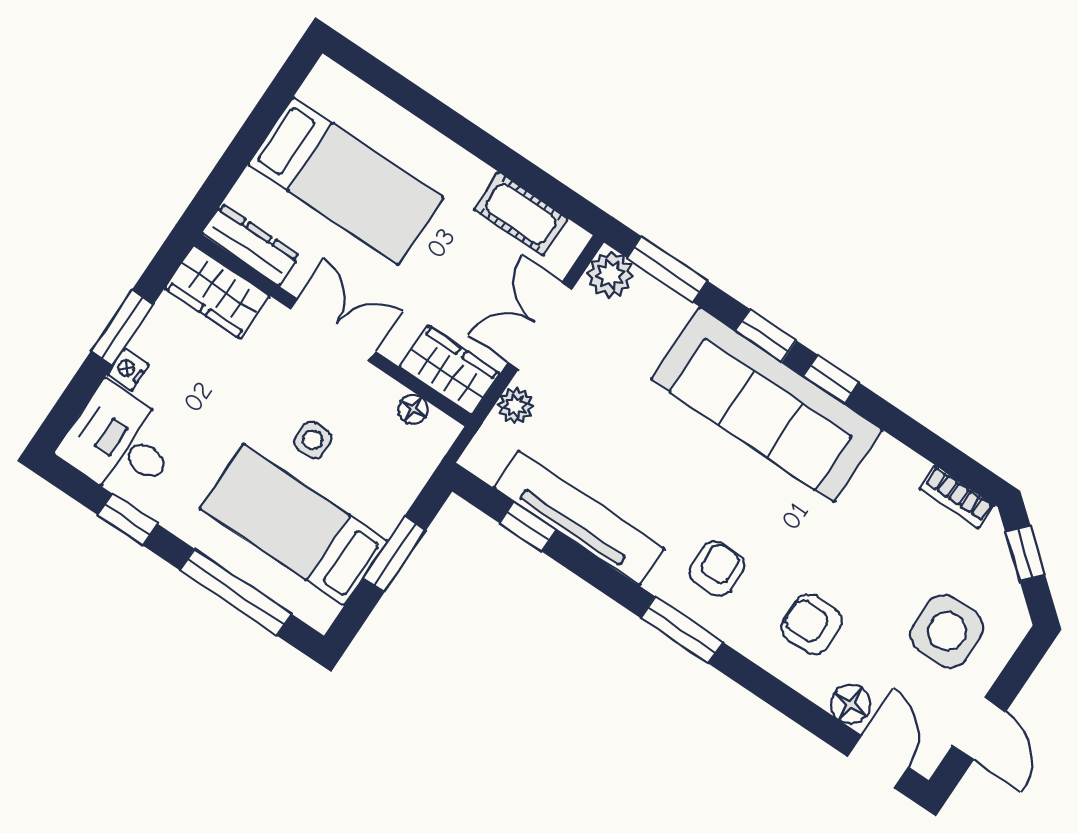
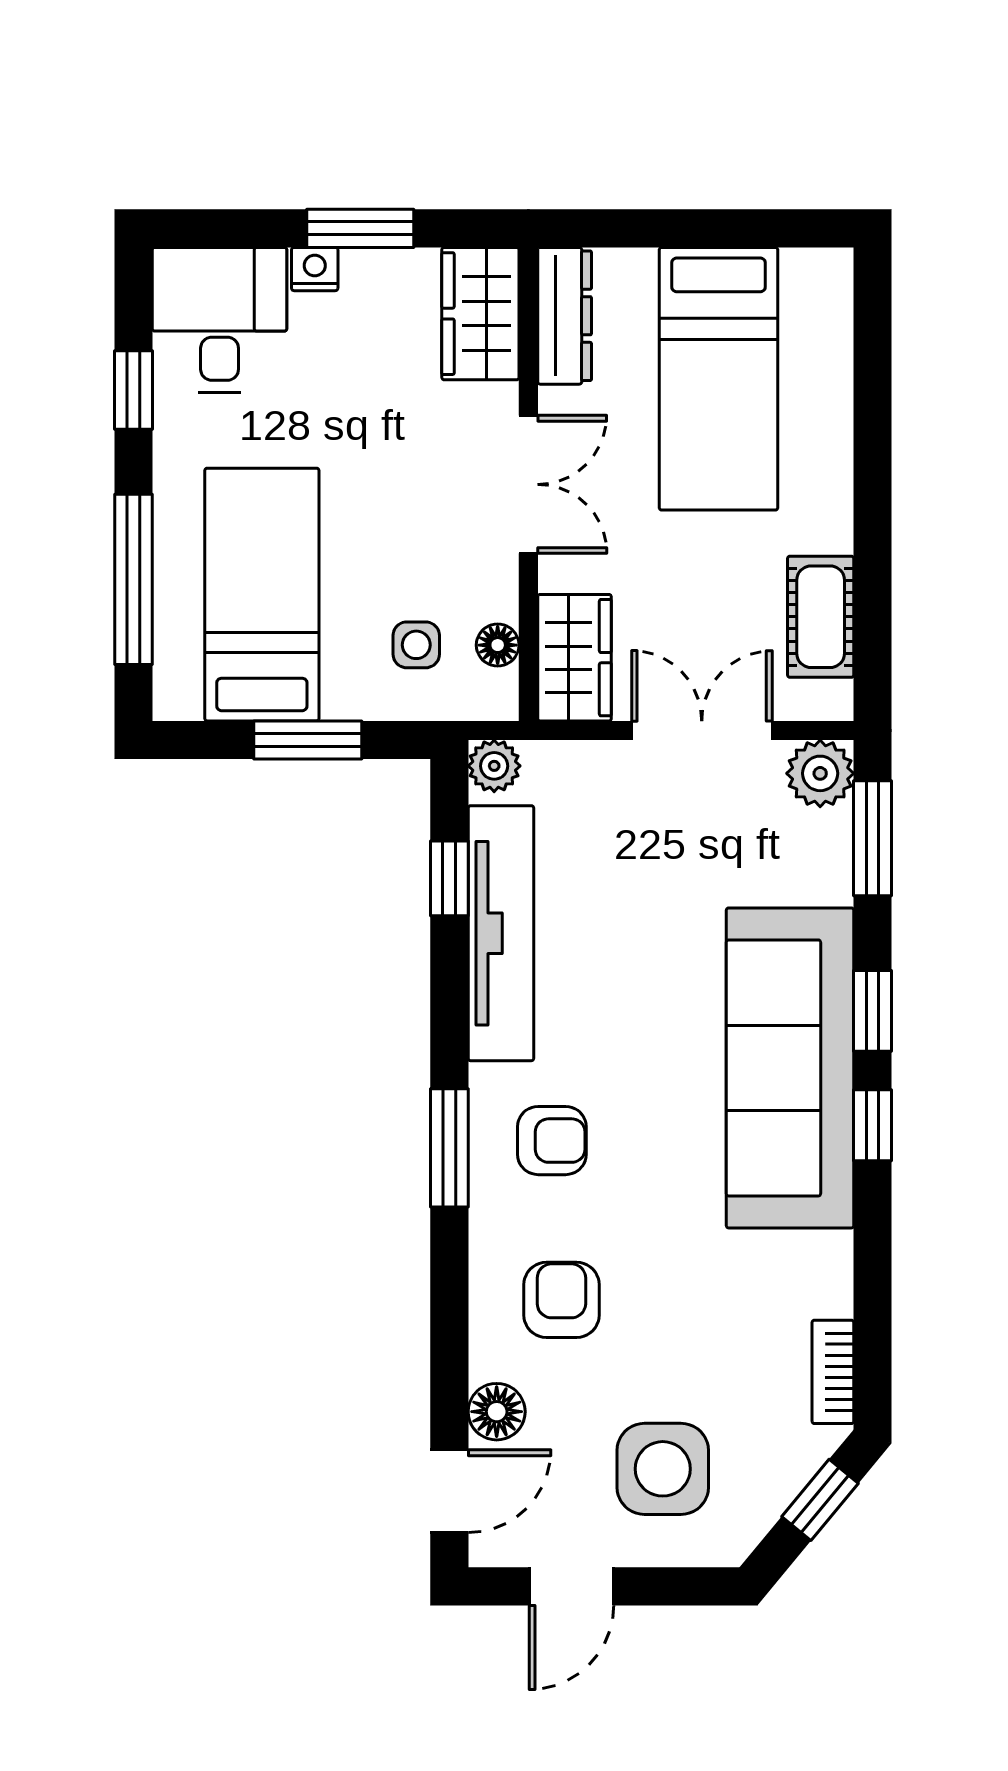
plant: (516, 406) -> (494, 766), moved
side table: (313, 440) -> (416, 645), moved

